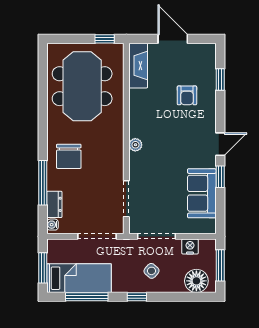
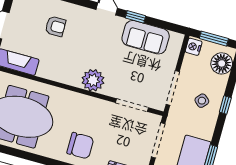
plant: (135, 145) -> (93, 80), width x1.88, depth x1.88
nightstand: (190, 247) -> (194, 47), moved
window: (137, 297) -> (225, 105), moved

